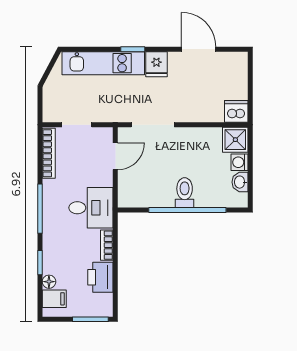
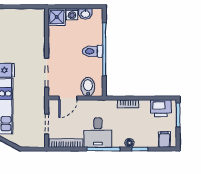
dishwasher: (236, 111) -> (38, 16), removed
door: (115, 156) -> (68, 98), swing flipped
bidet: (132, 186) -> (88, 87), added
desk: (91, 208) -> (98, 133), moved, turned 180
printer: (100, 277) -> (161, 108), moved
floor lamp: (49, 282) -> (130, 143), moved

